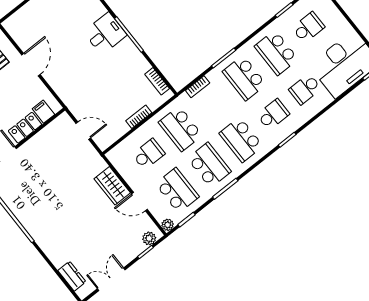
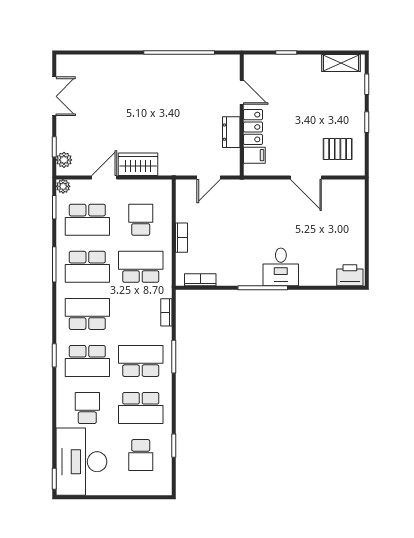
school desk: (276, 53) -> (141, 408), turned 180
school desk: (273, 114) -> (87, 361), width x1.85
school desk: (148, 154) -> (141, 220), turned 180
dresser: (72, 276) -> (231, 132), moved, turned 90

